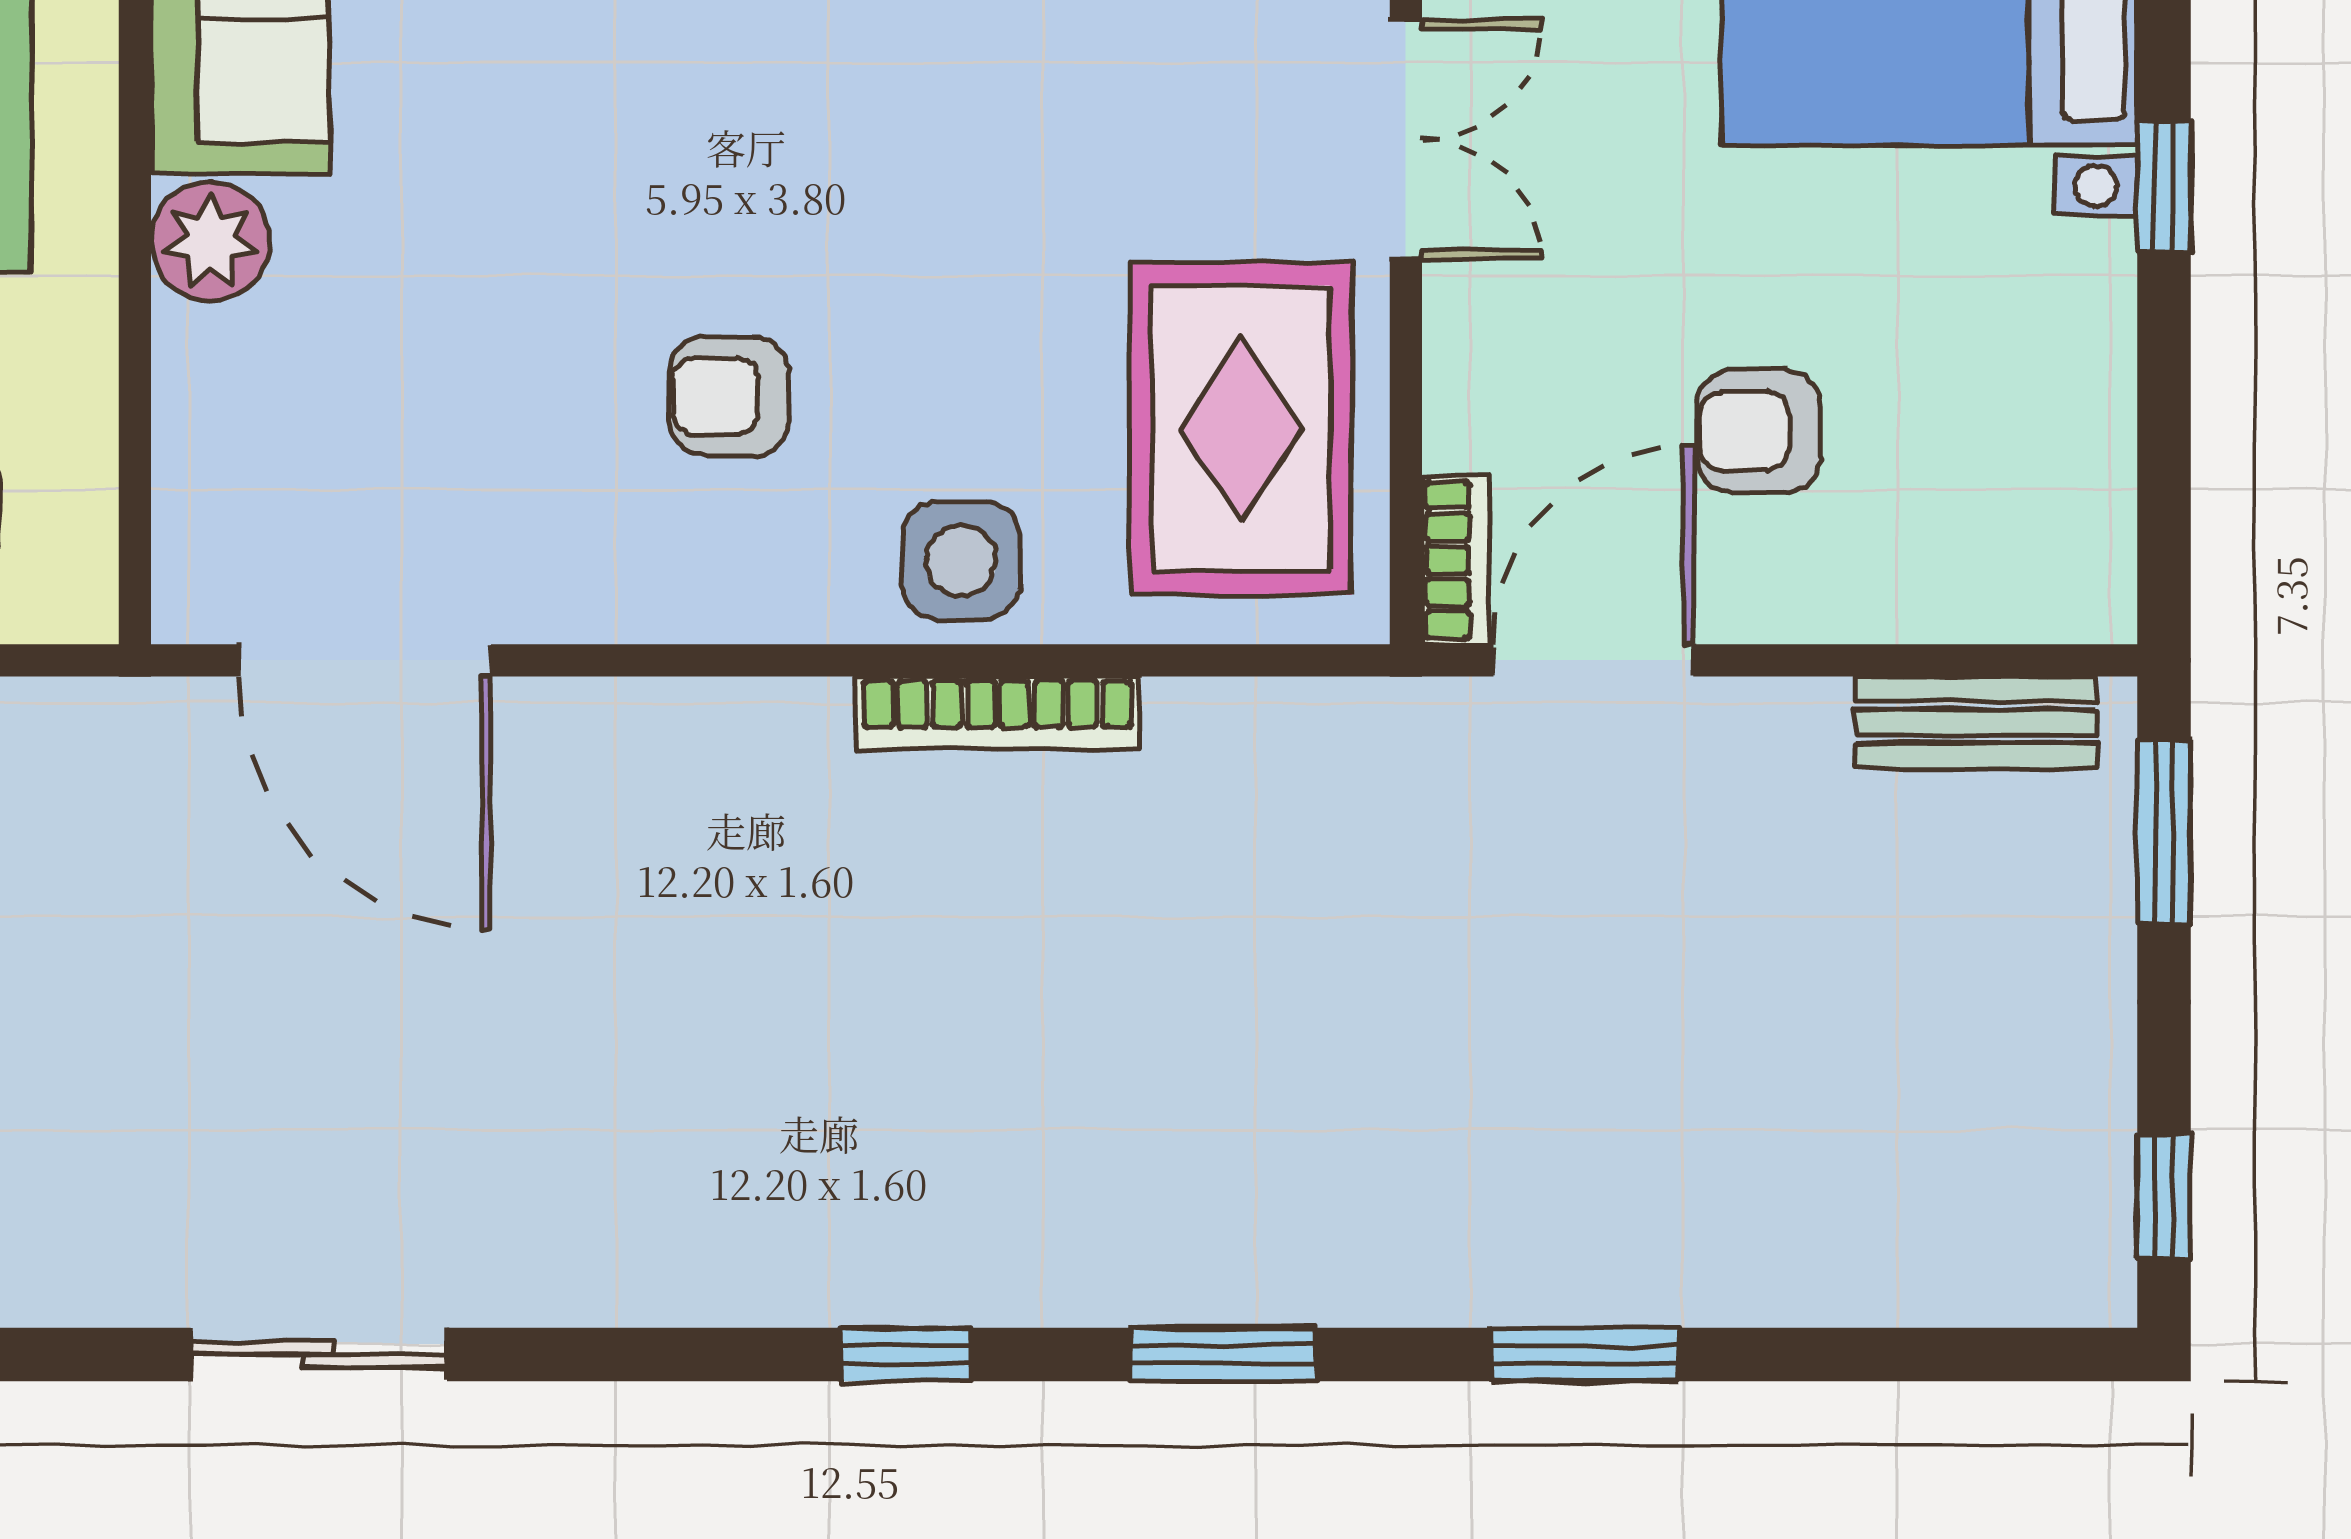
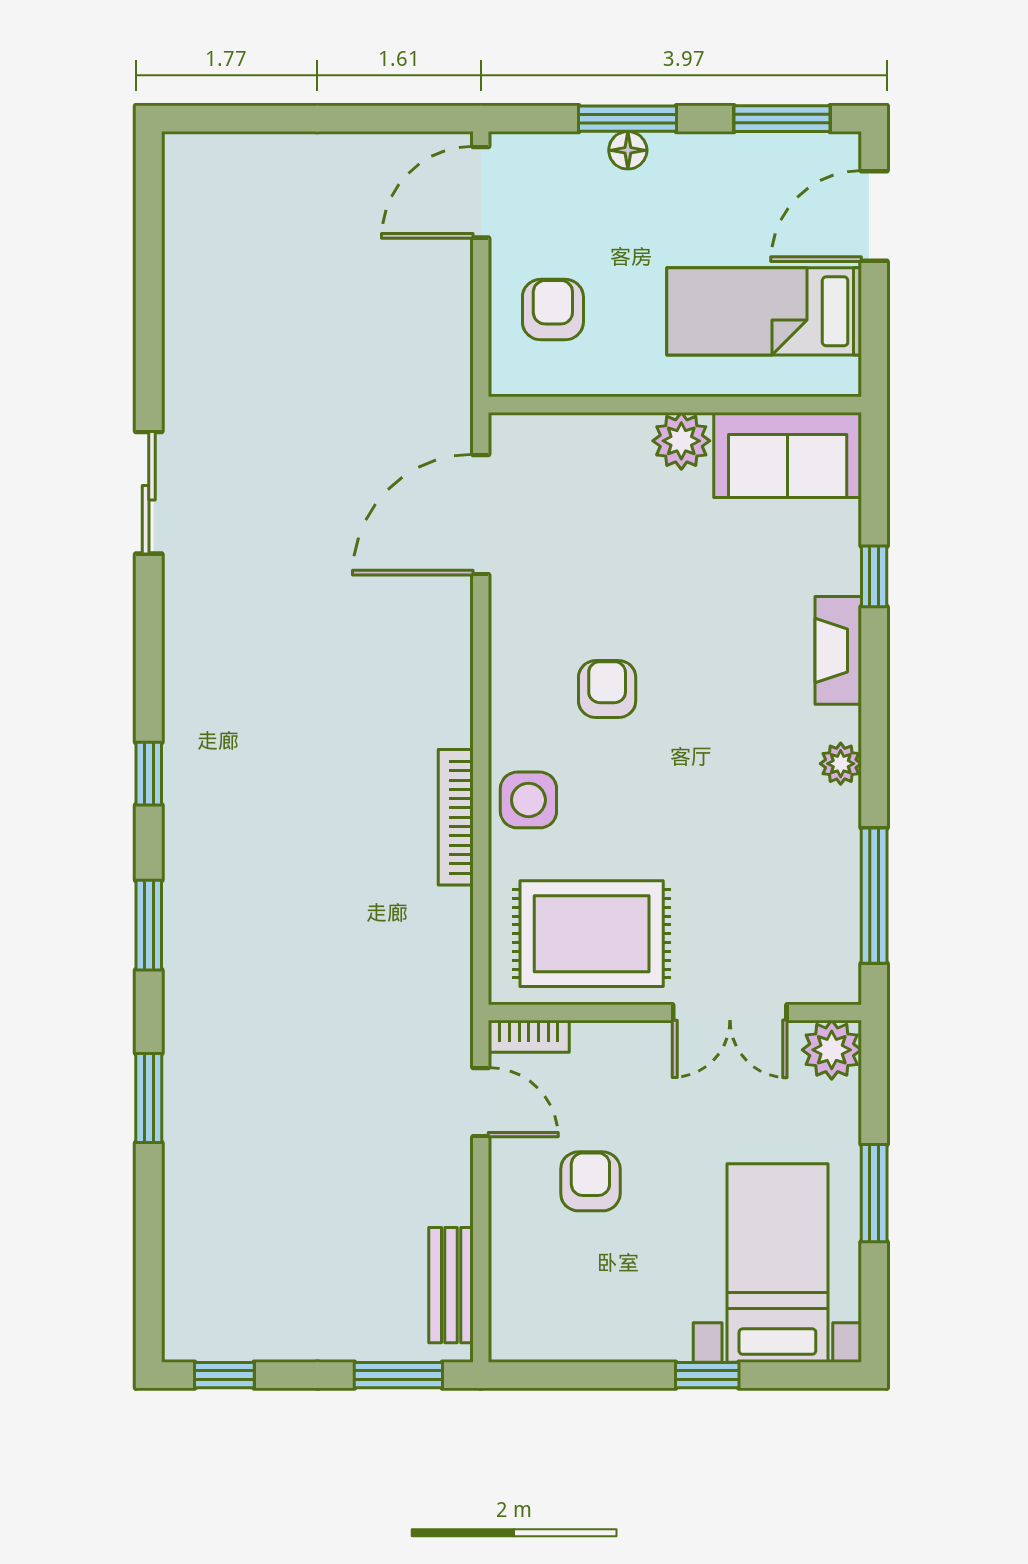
door: (1593, 660) -> (481, 1102), width x0.73

